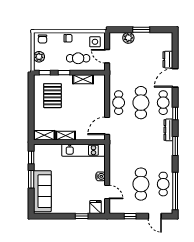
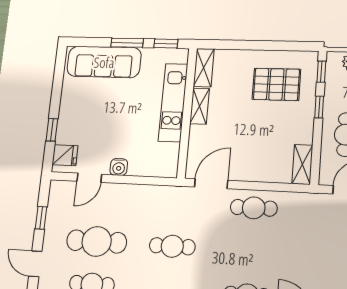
shelving: (83, 79) -> (302, 164), moved
cafe table: (141, 103) -> (172, 246), moved, width x0.73, depth x0.74
door: (107, 126) -> (211, 184), hinge flipped
kitchen unit: (84, 150) -> (173, 102), moved
door: (155, 216) -> (35, 264), hinge flipped

